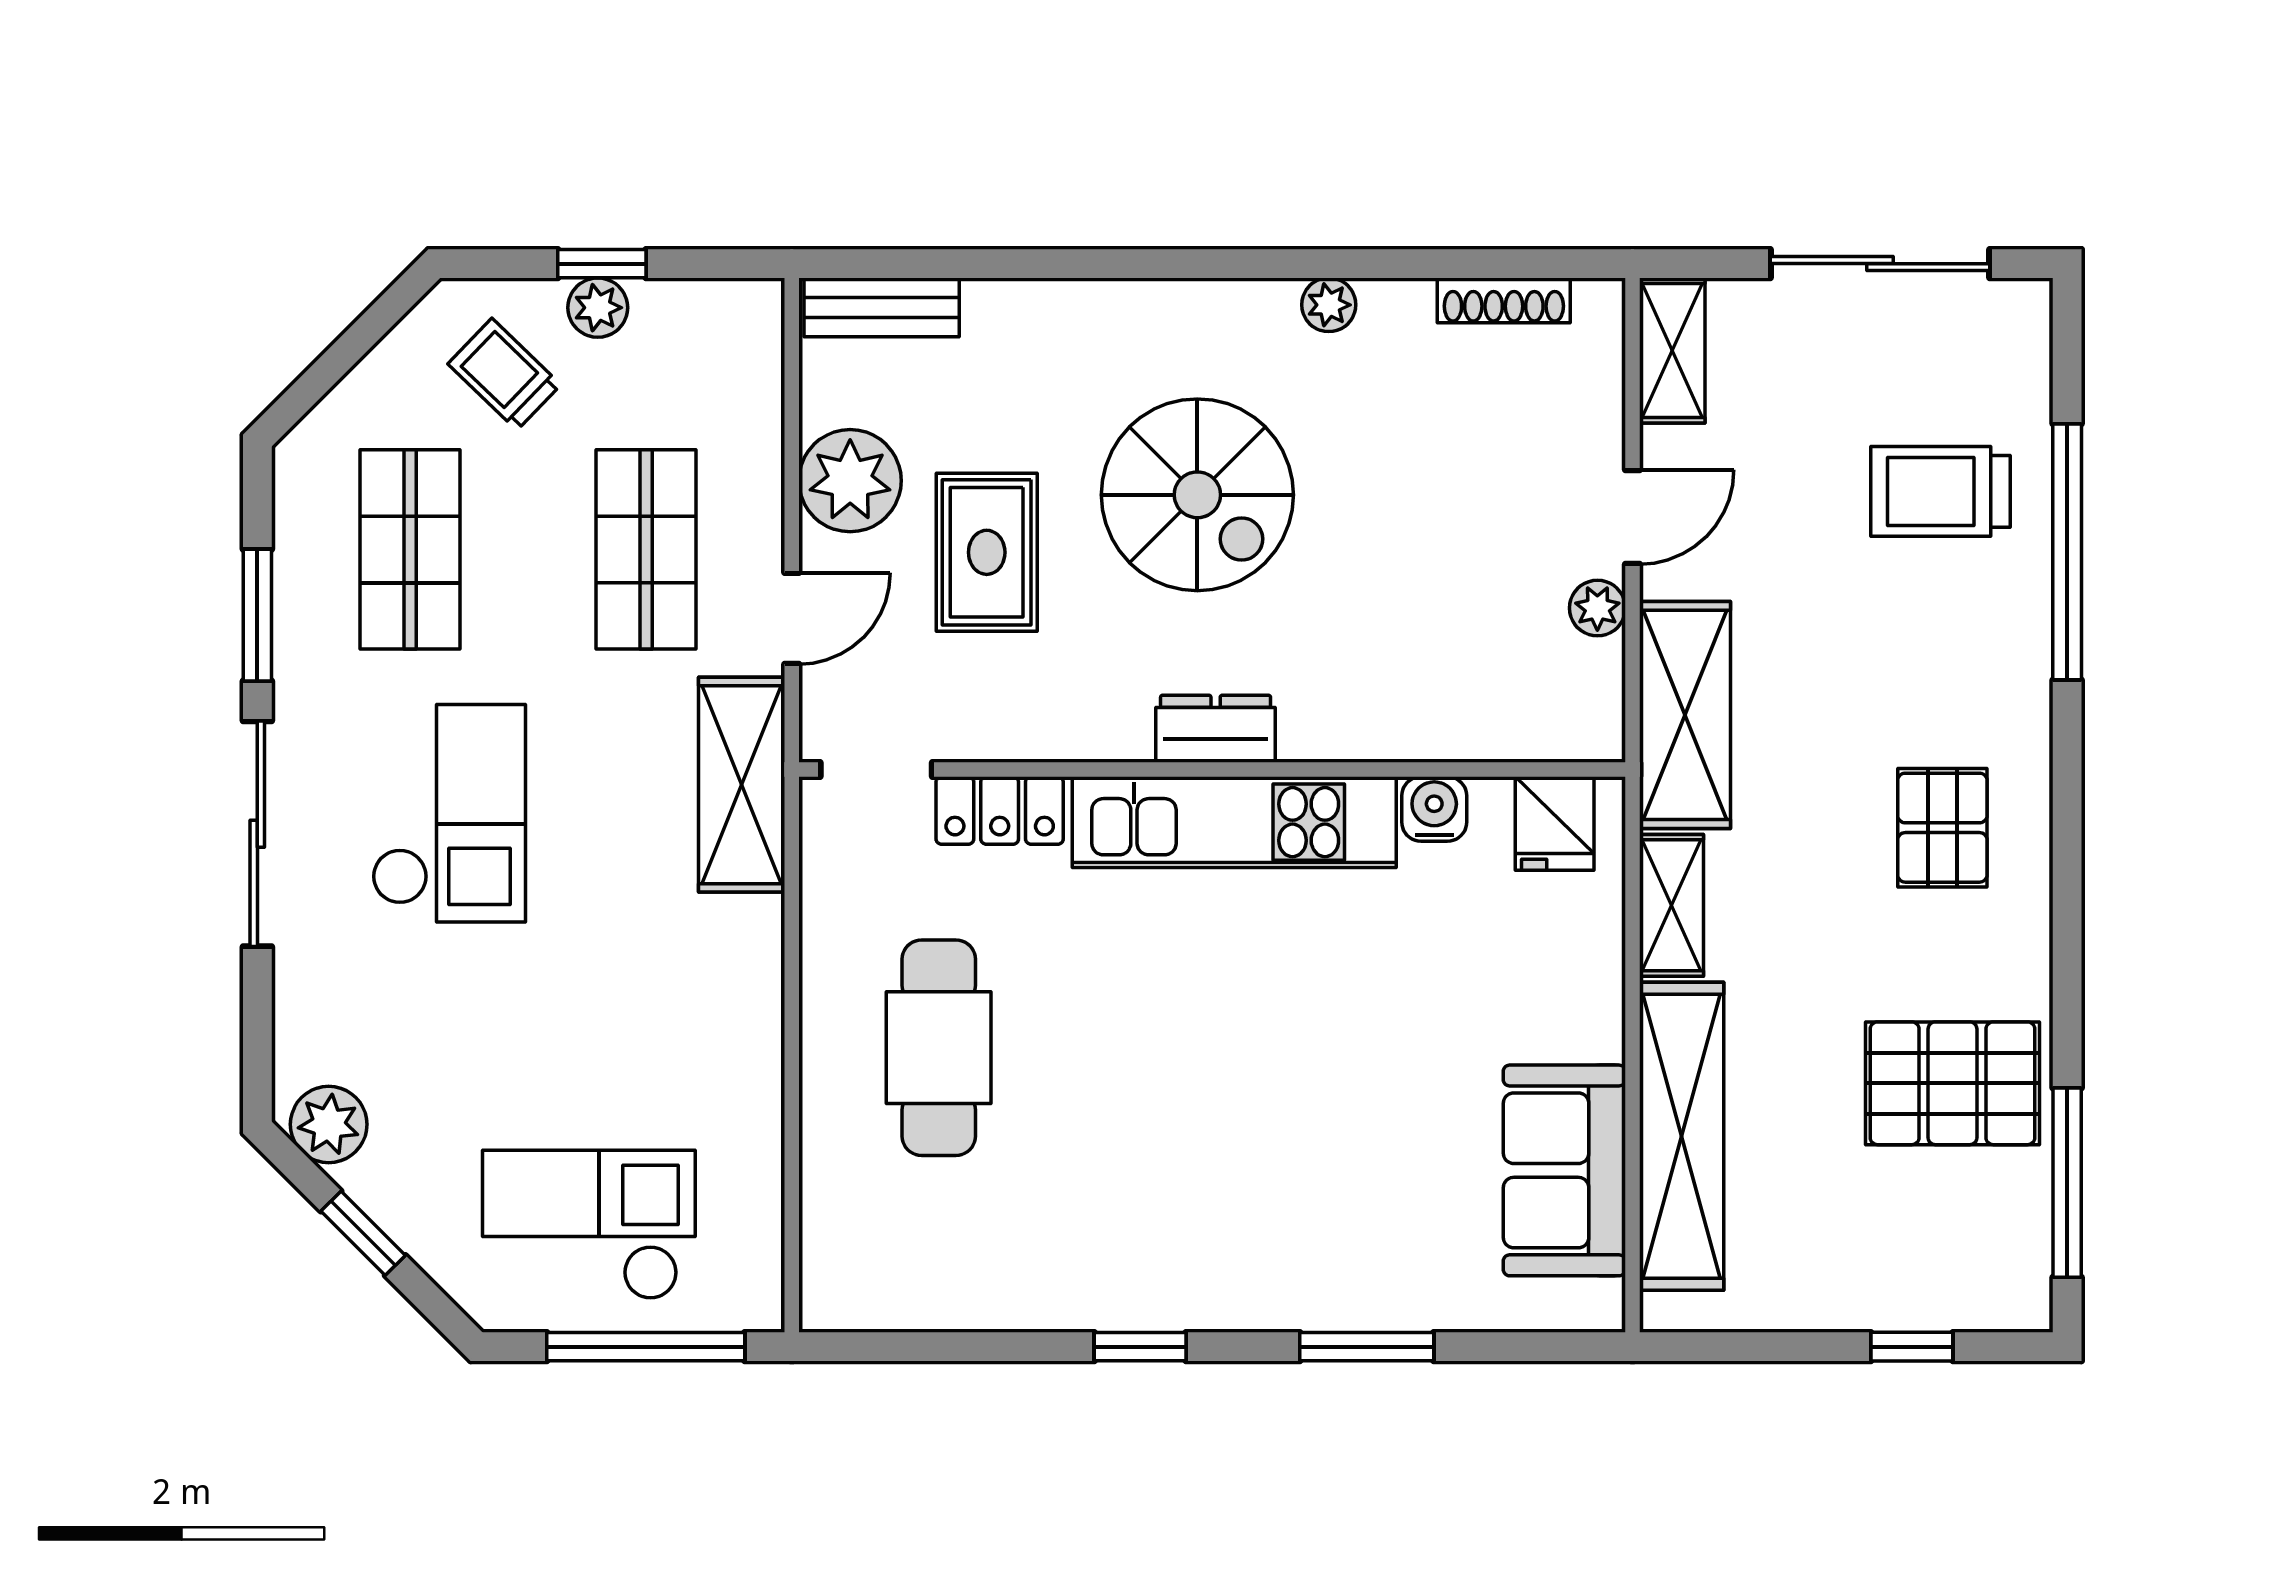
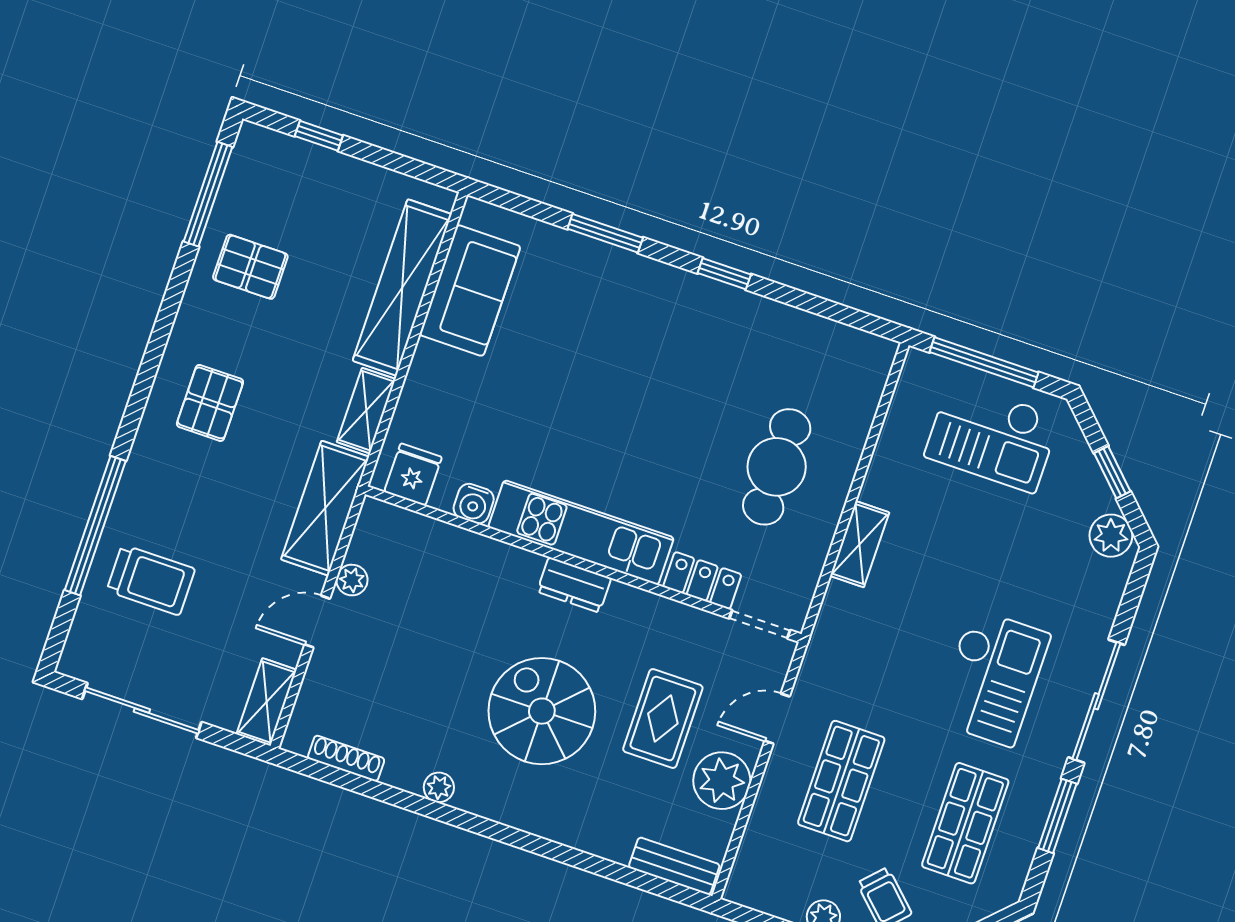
shelving: (742, 785) -> (860, 544), moved, width x0.67, depth x0.75
checkout: (449, 813) -> (992, 678), turned 180
pallet: (1953, 1083) -> (250, 267), width x0.67, depth x0.71

